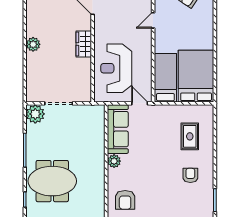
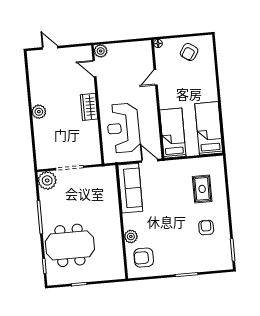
bed: (196, 76) -> (209, 128), width x0.67
plant: (114, 161) -> (131, 236), moved
armchair: (125, 200) -> (144, 258), turned 90

